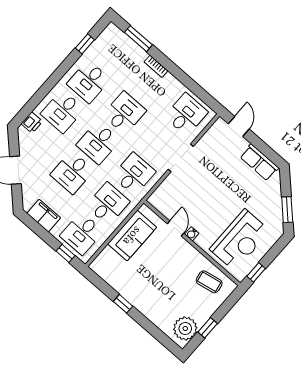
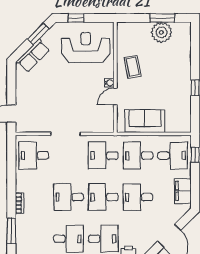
desk: (98, 143) -> (103, 197), turned 180
row of seats: (259, 162) -> (33, 56), moved, turned 45
desk: (72, 172) -> (138, 197), turned 180
window: (256, 272) -> (76, 18), moved
coffee table: (209, 282) -> (133, 67), moved
plant: (185, 328) -> (161, 32), moved
window: (208, 328) -> (162, 18), width x1.50

